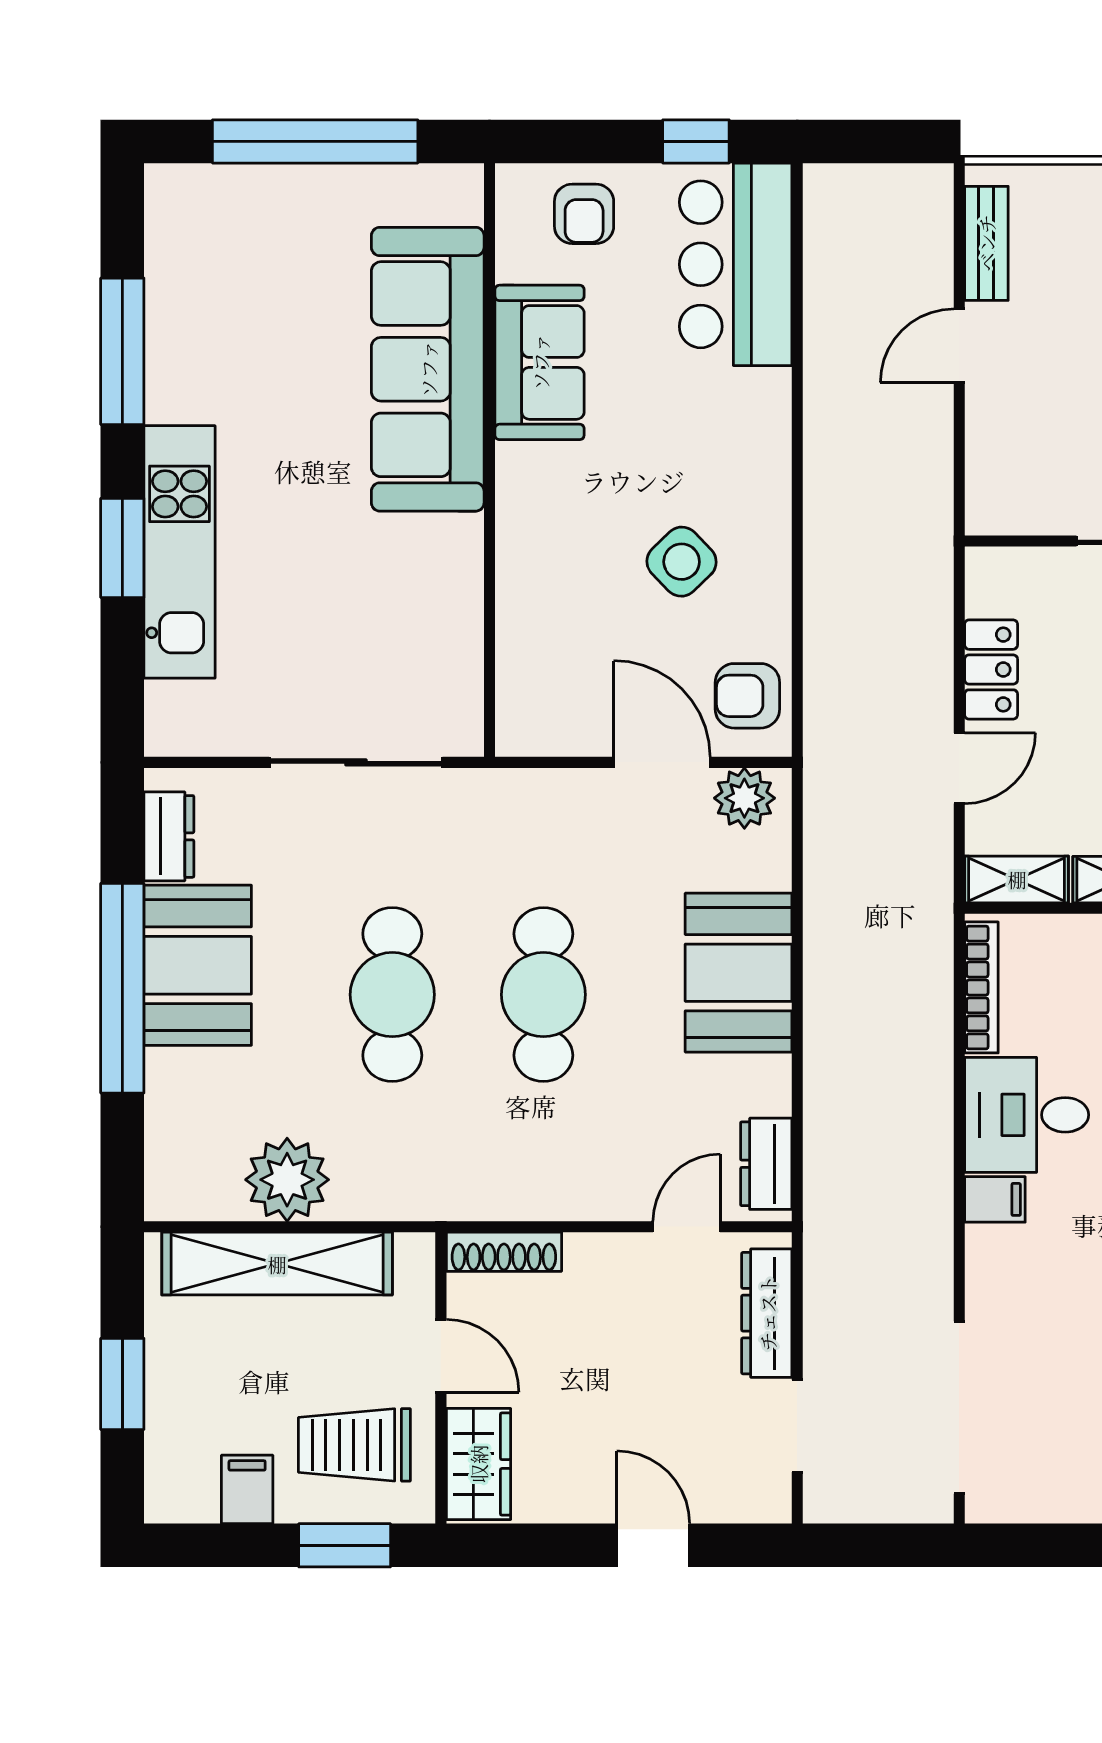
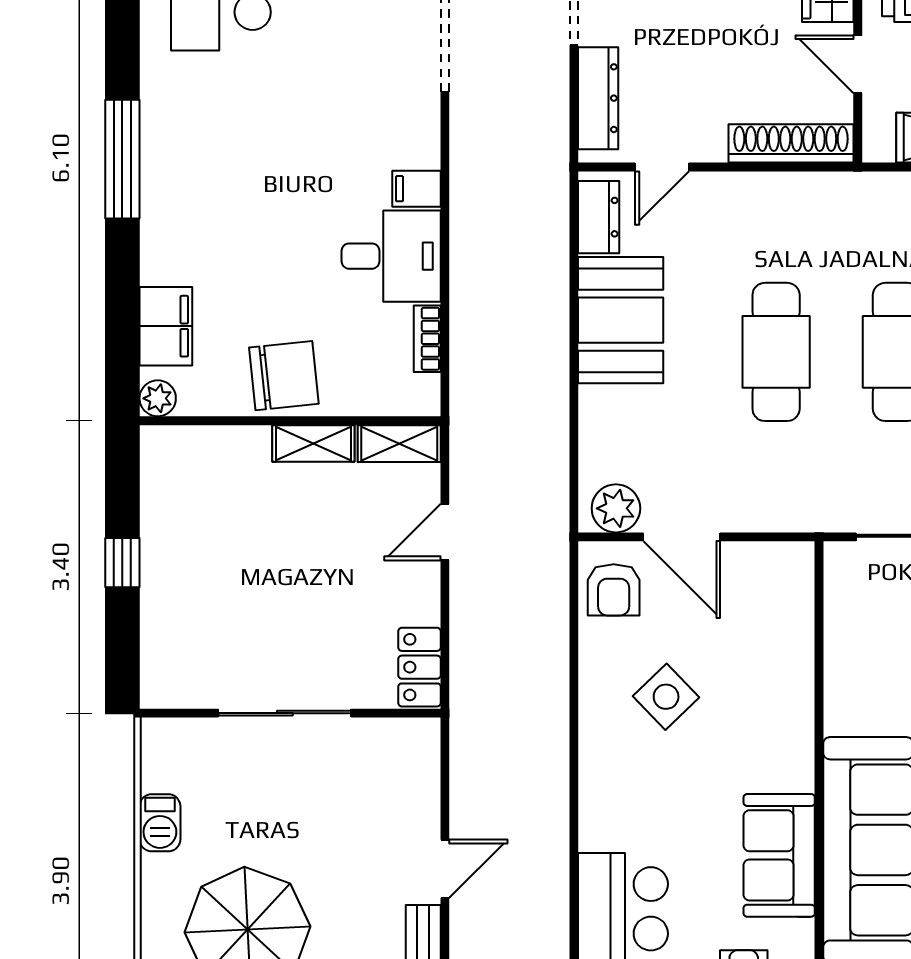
locker: (991, 670) -> (420, 667), moved
armchair: (747, 696) -> (614, 590), turned 90
booth: (739, 973) -> (621, 320), moved
bookcase: (981, 987) -> (427, 339), width x0.64
shoe rack: (504, 1252) -> (791, 143), width x1.36, depth x1.24

